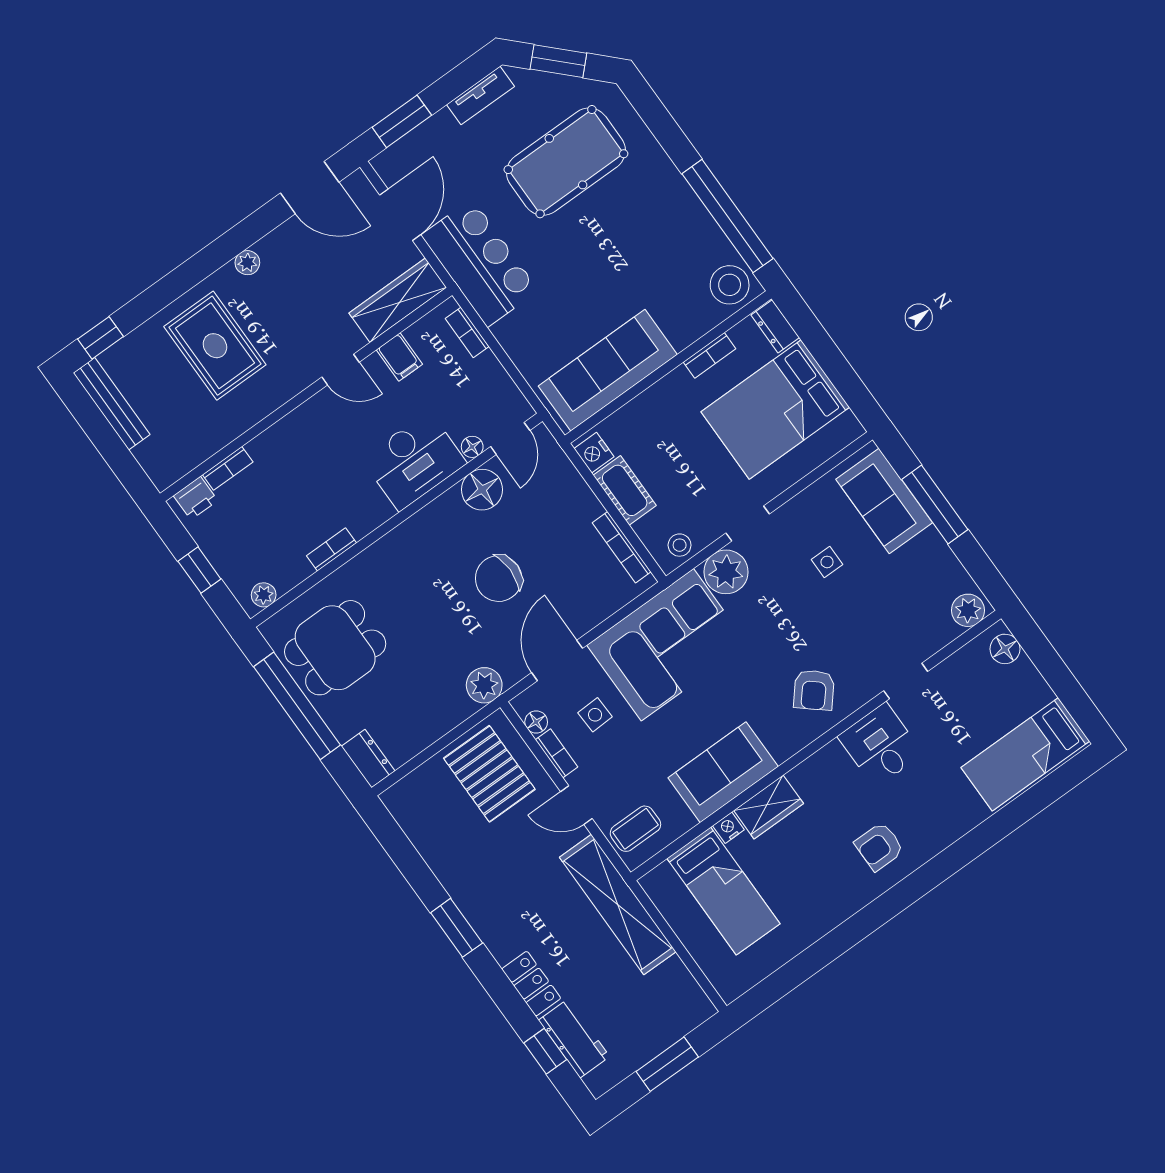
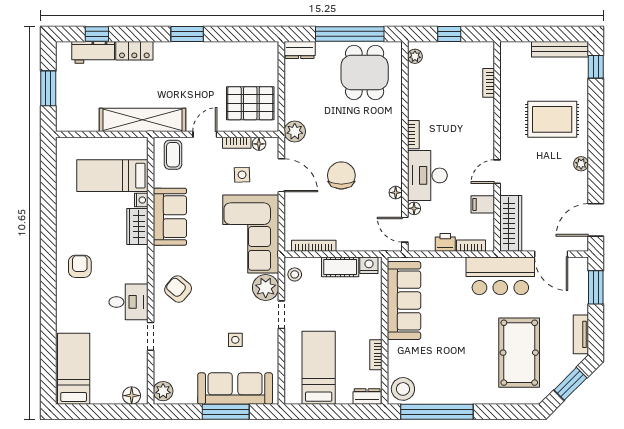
bed: (775, 409) -> (319, 368), width x0.67
floor lamp: (482, 490) -> (396, 193), width x0.53, depth x0.53
printer: (196, 498) -> (445, 242), moved, turned 90
sofa: (884, 501) -> (235, 389), width x1.36
bookcase: (331, 549) -> (413, 135), moved

